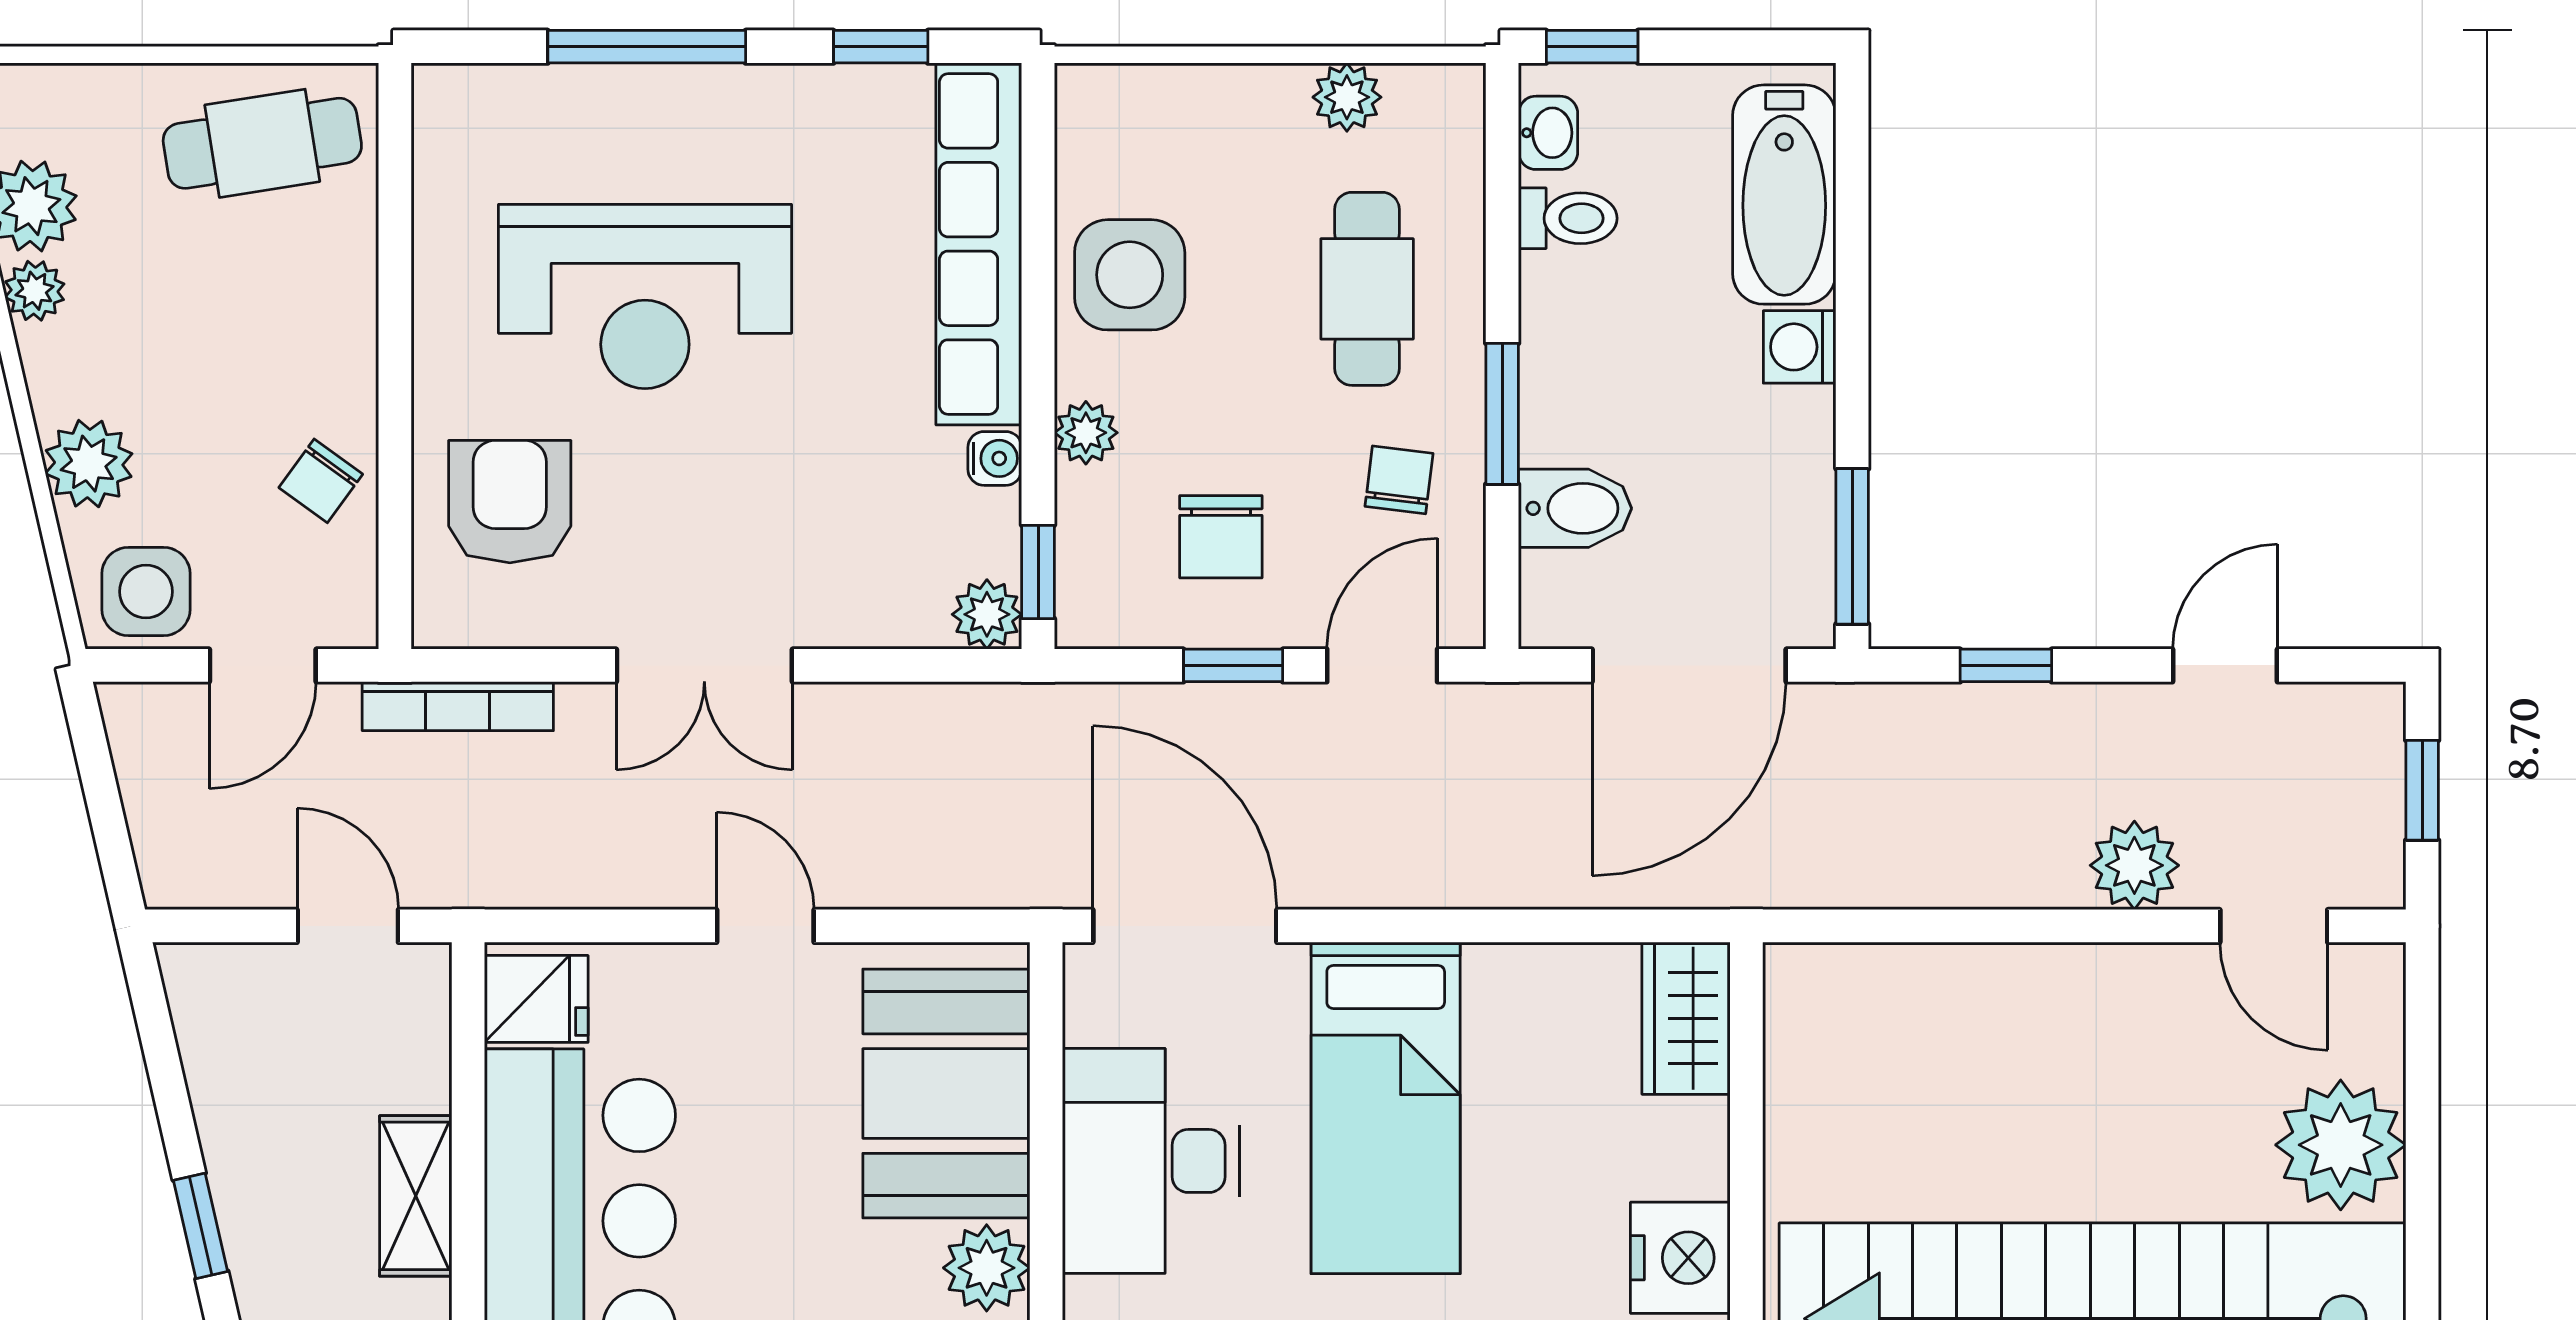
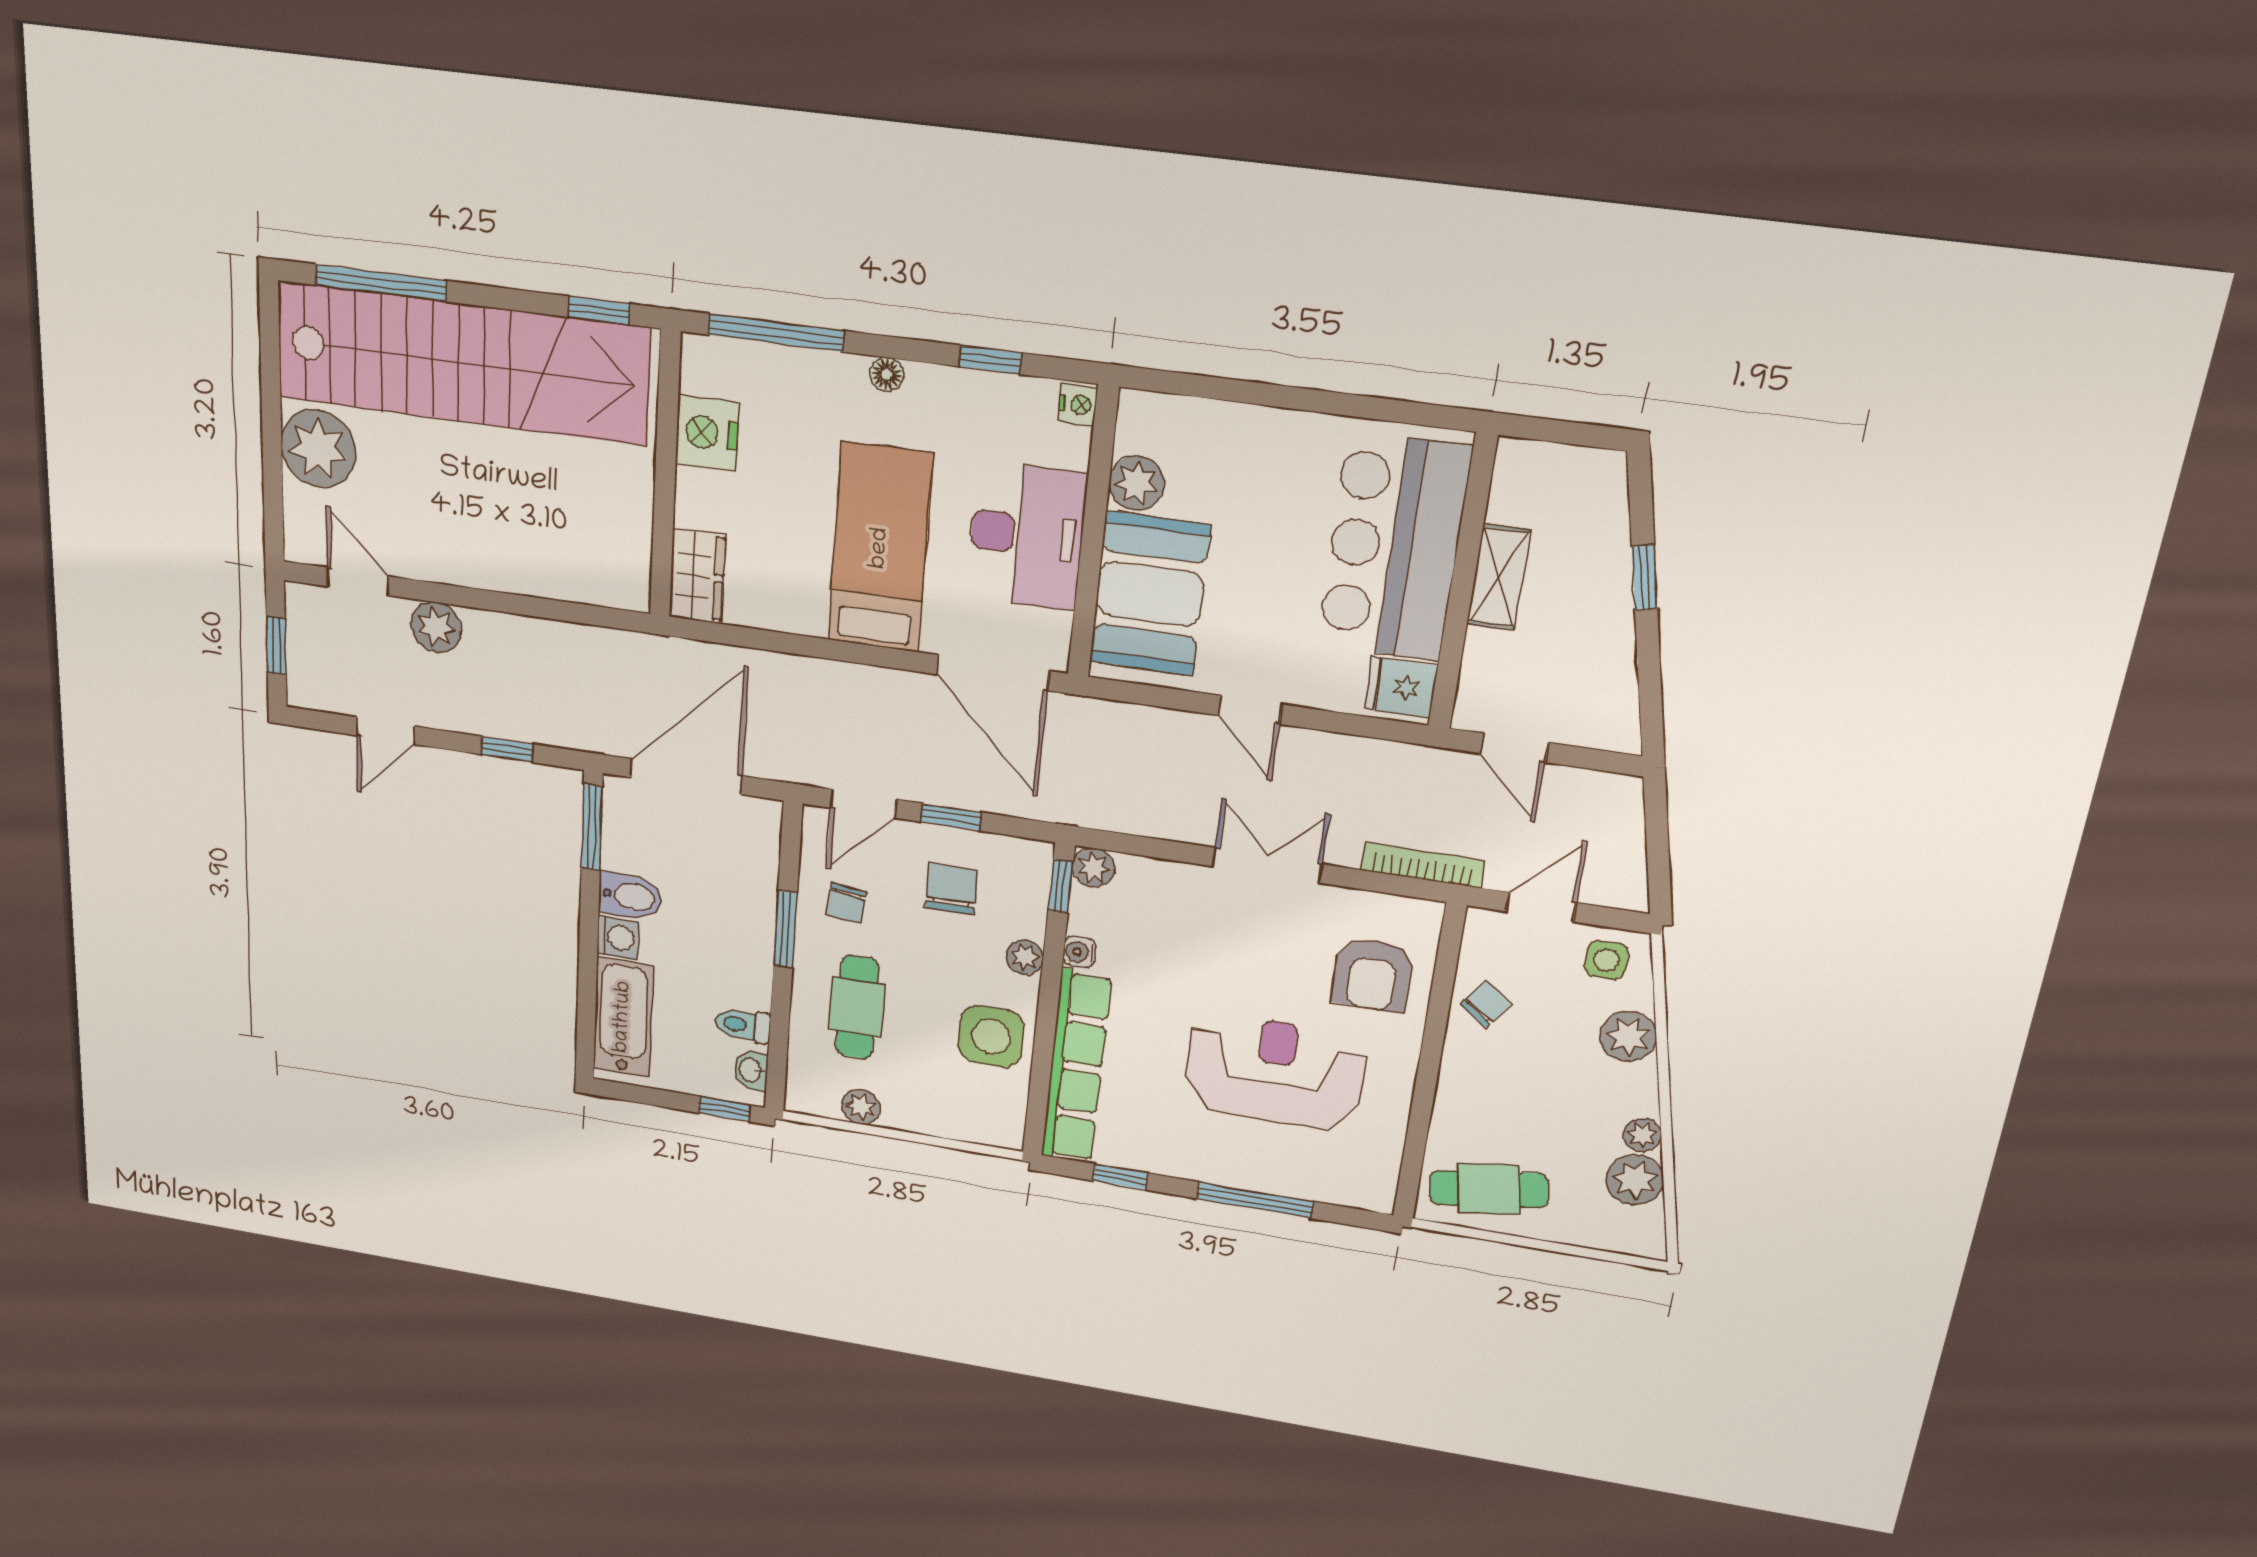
bidet: (1575, 508) -> (630, 896), moved, turned 180
side table: (146, 592) -> (1606, 960), width x0.73, depth x0.73

